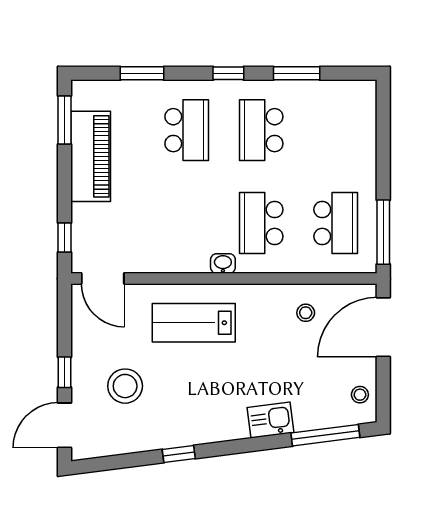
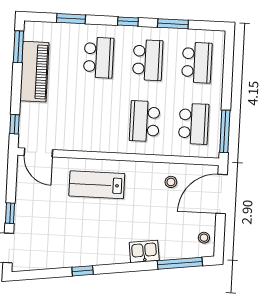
school desk: (261, 130) -> (148, 60), turned 180
school desk: (336, 130) -> (197, 63), added
washbasin: (223, 264) -> (118, 147), removed
stool: (125, 386) -> (49, 224), removed

